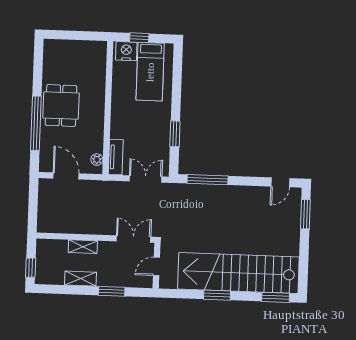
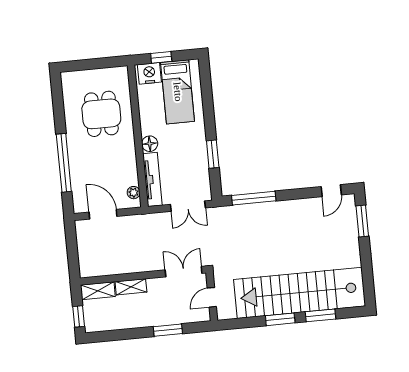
dining table: (61, 105) -> (101, 114), moved
floor lamp: (118, 116) -> (150, 144), added
tv unit: (116, 157) -> (152, 179), width x1.41
double door: (146, 179) -> (188, 206), swing flipped
shelving: (81, 279) -> (98, 291), moved
window: (276, 297) -> (320, 315), moved

